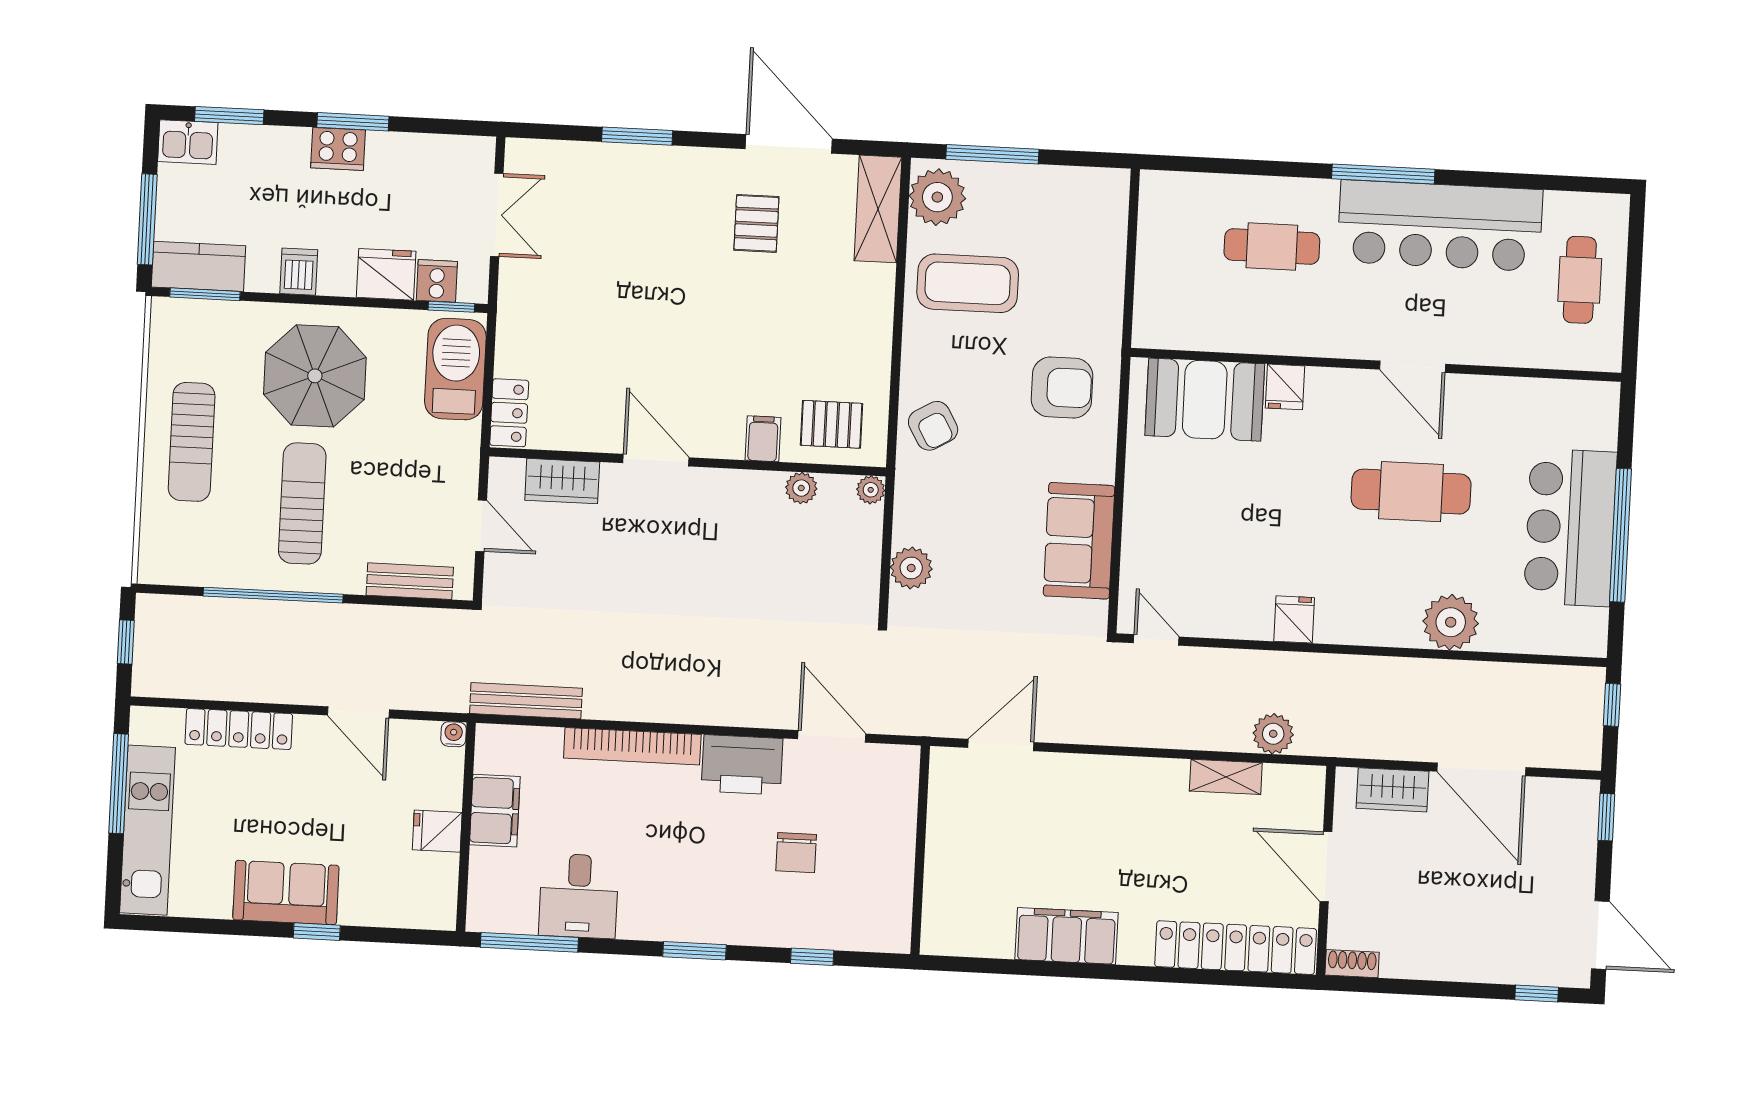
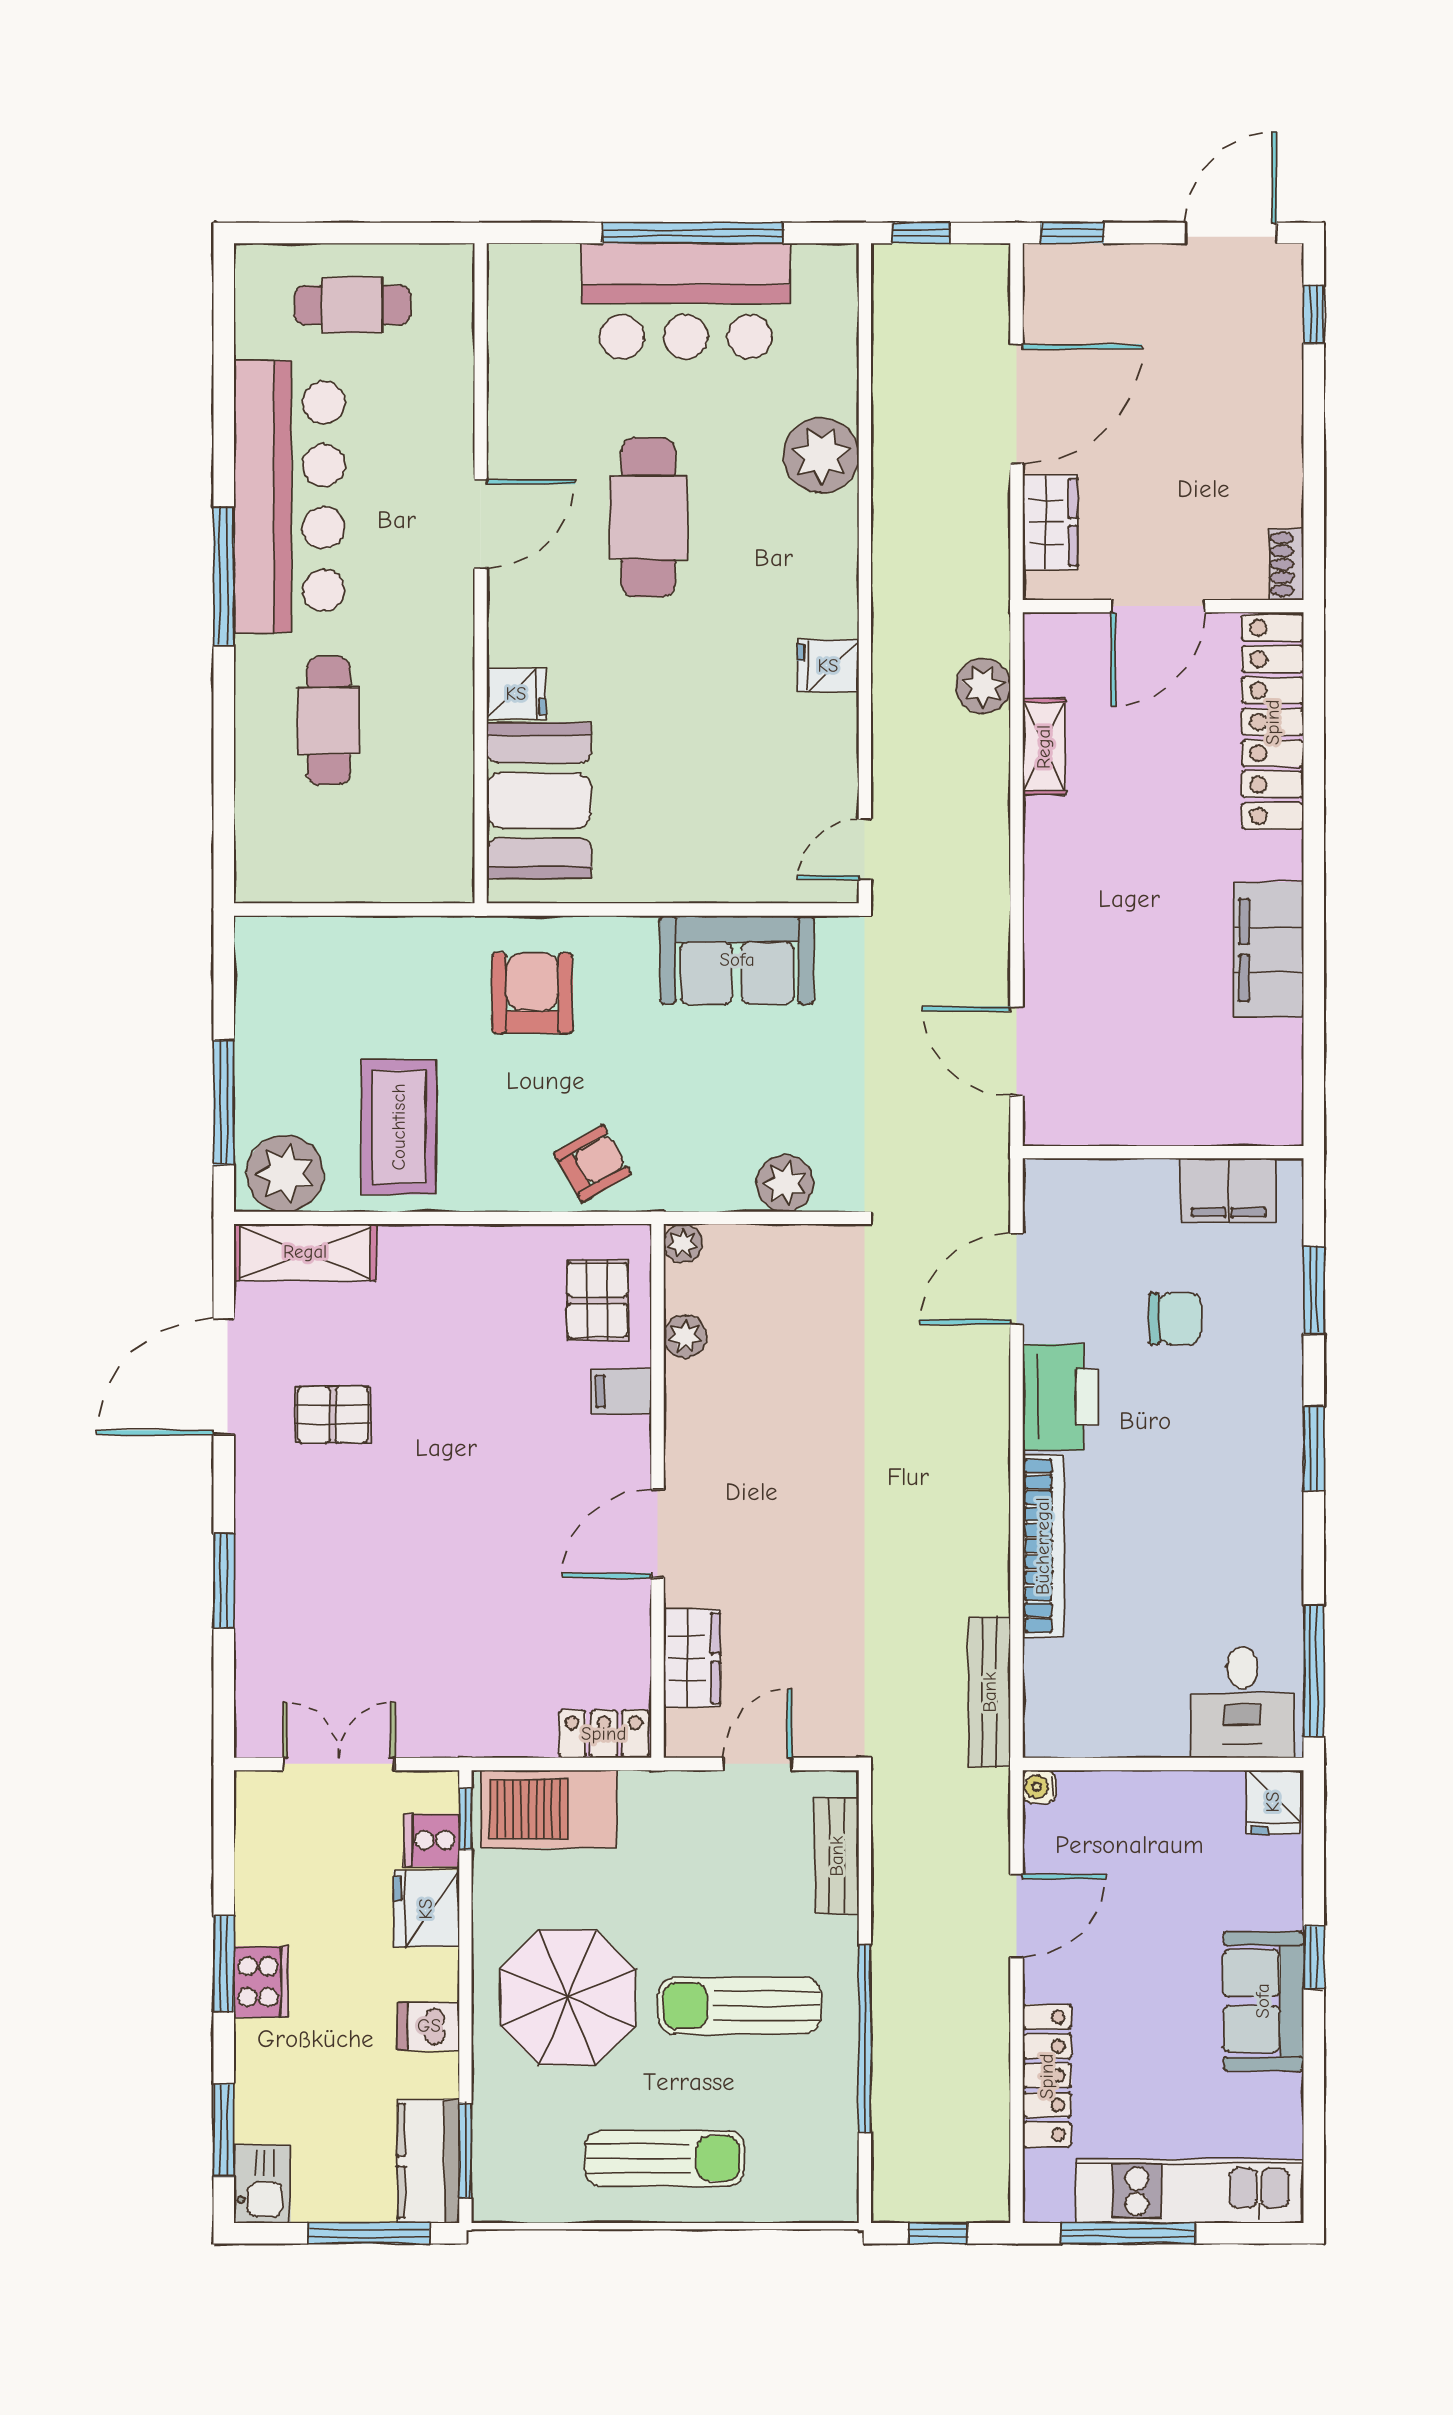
filing cabinet: (495, 811) -> (1228, 1190), moved, turned 180
fridge: (437, 831) -> (1273, 1802), moved
desk: (579, 896) -> (1242, 1702), moved, turned 90
window: (812, 957) -> (1314, 1290), width x1.50

